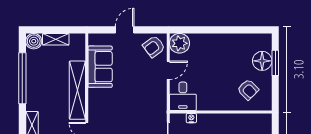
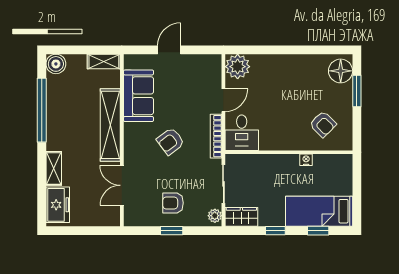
shelving: (56, 39) -> (104, 61), moved
armchair: (154, 47) -> (170, 141), moved
floor lamp: (262, 61) -> (341, 71), moved
bookcase: (162, 99) -> (216, 136), added
nightstand: (191, 118) -> (306, 160), moved

